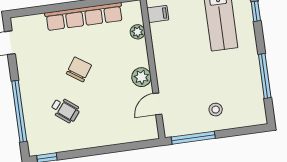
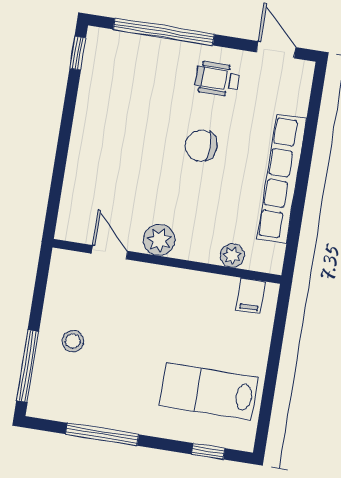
chair: (79, 69) -> (201, 146), turned 146
wheelchair: (65, 110) -> (217, 79), moved, turned 52
window: (193, 138) -> (28, 366), moved

